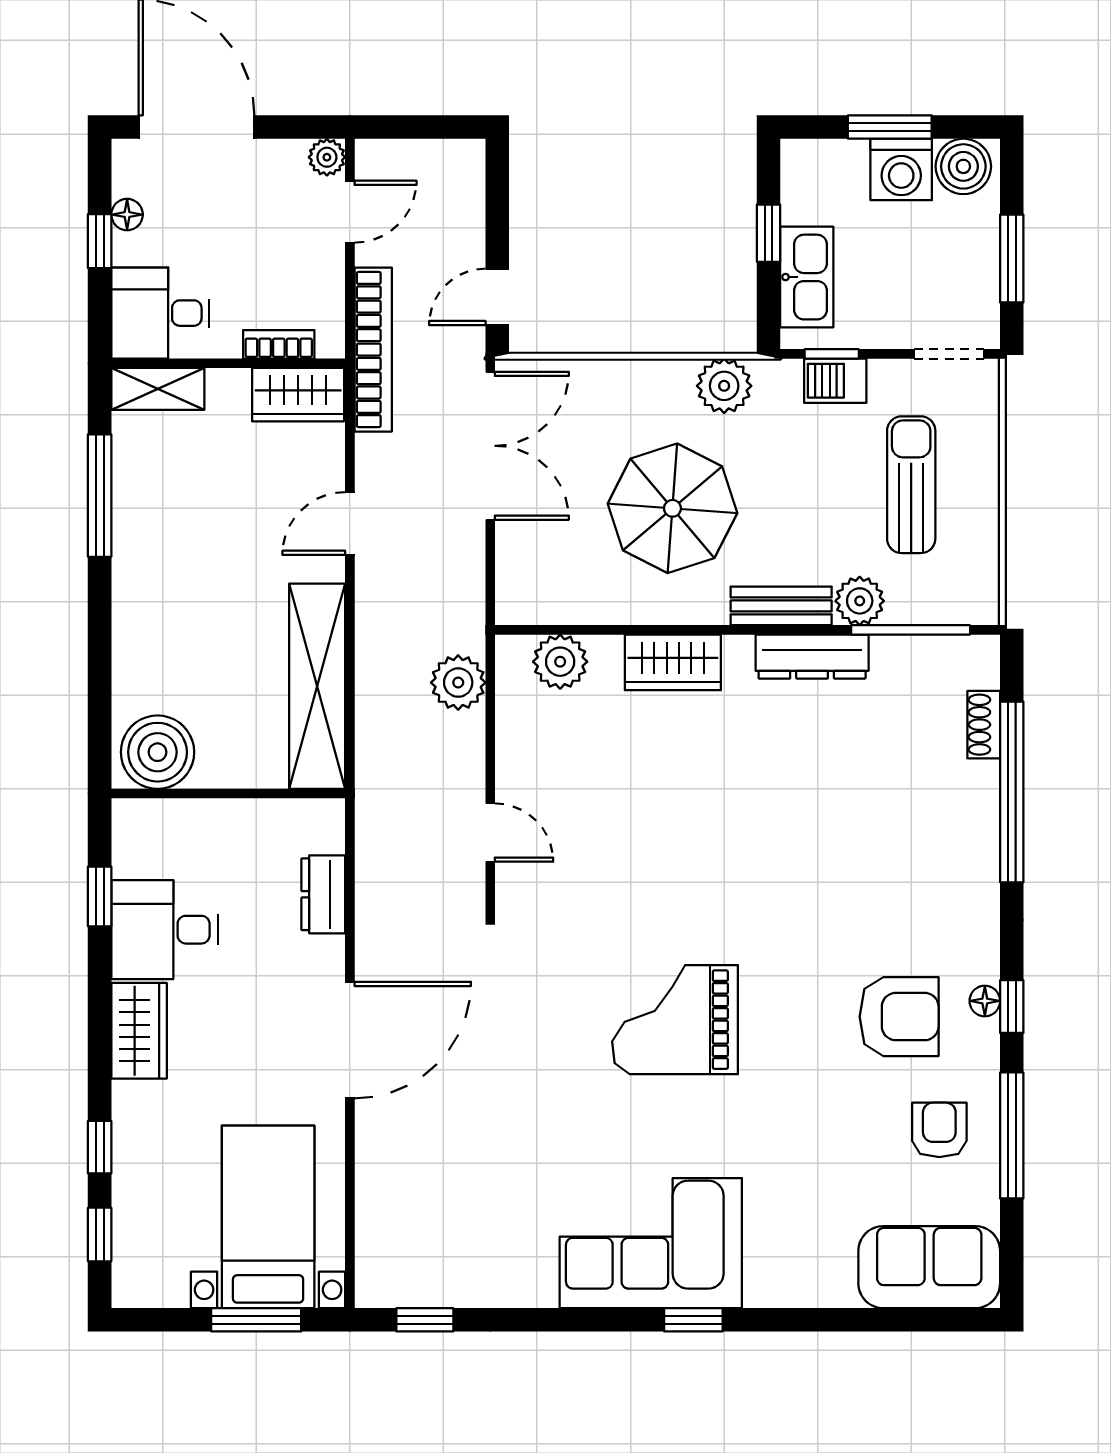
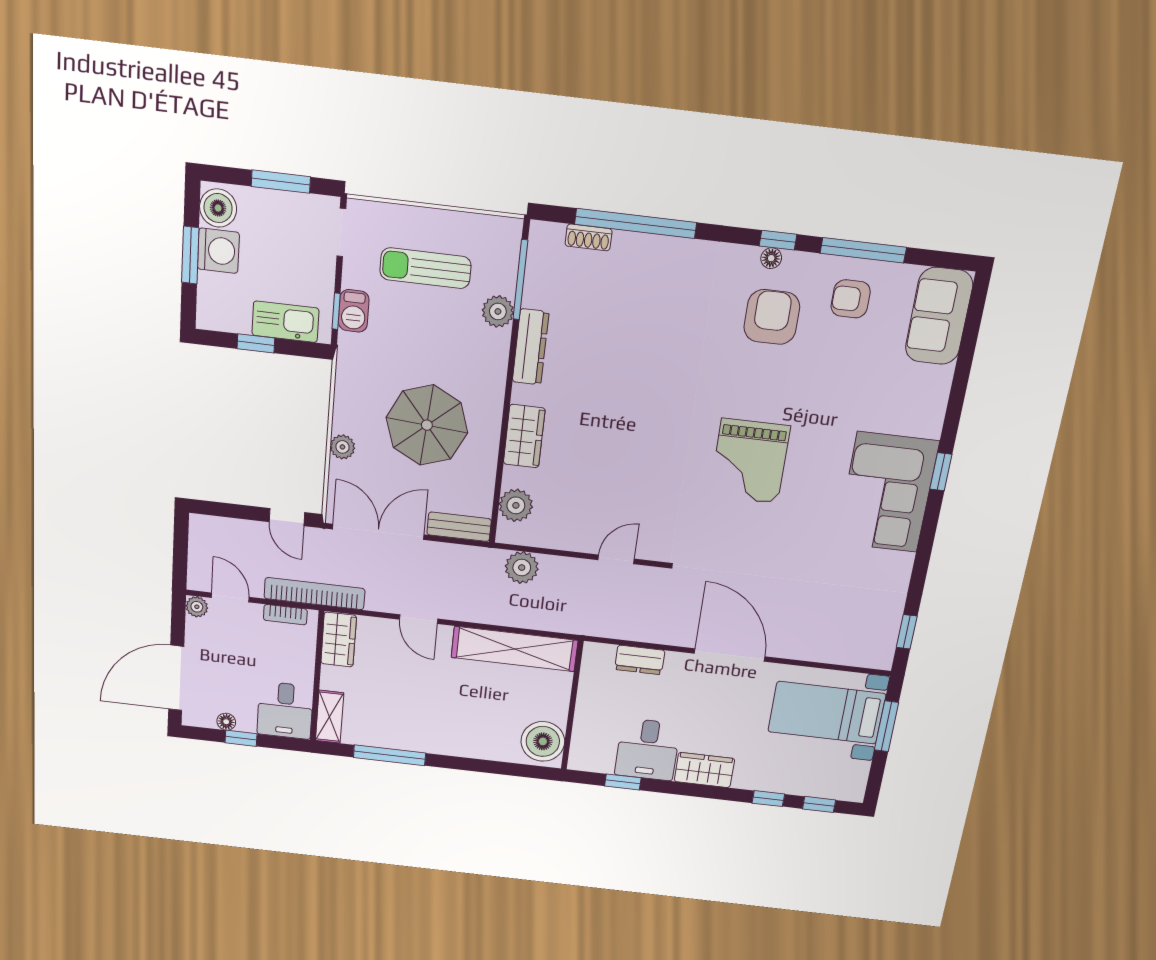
bookcase: (279, 344) -> (285, 615), moved, turned -90
plant: (724, 386) -> (342, 447), moved, width x0.73, depth x0.73
bench: (781, 606) -> (459, 527), moved, turned 90

